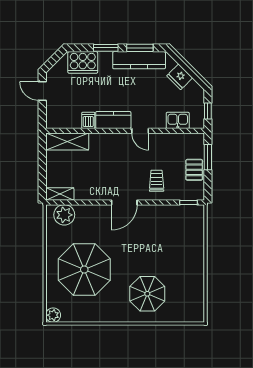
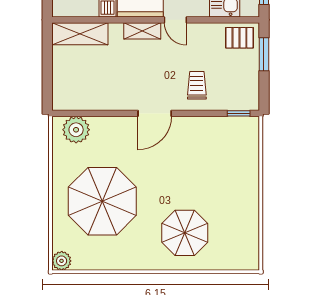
pallet: (194, 170) -> (239, 38), moved, turned 90
shelving: (60, 194) -> (142, 31), moved

